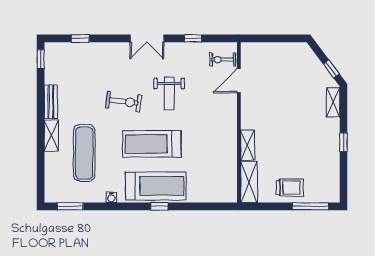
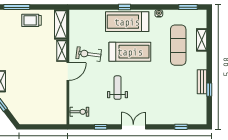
window: (41, 59) -> (209, 90), moved
door: (239, 81) -> (68, 72), moved
exercise bike: (124, 102) -> (89, 54), moved
shelving: (51, 136) -> (202, 40), moved

